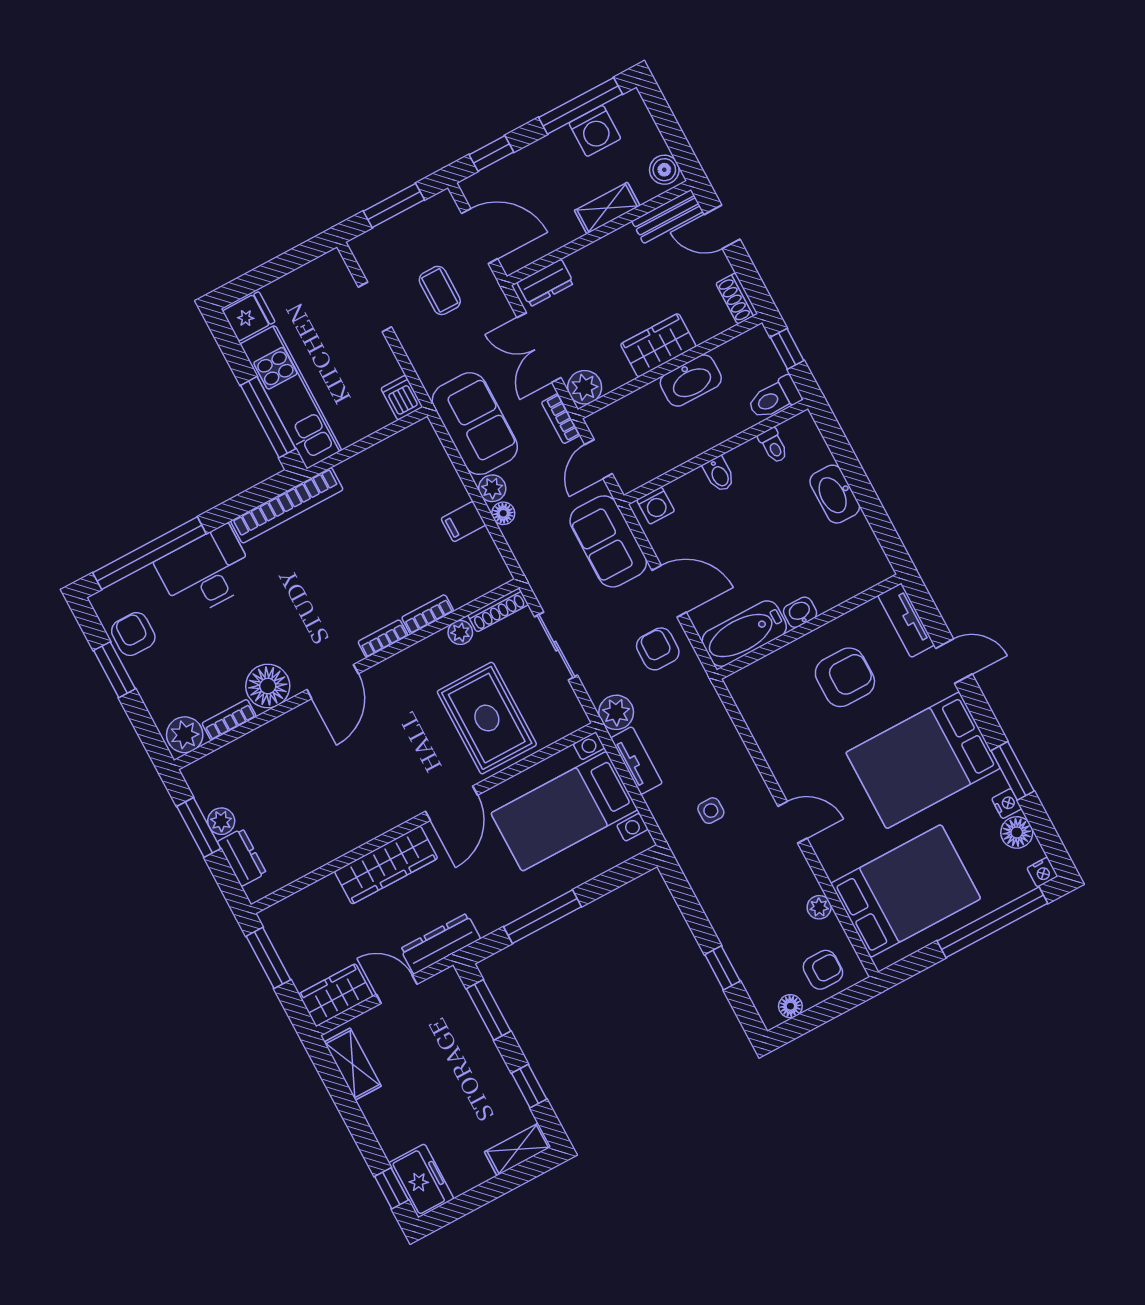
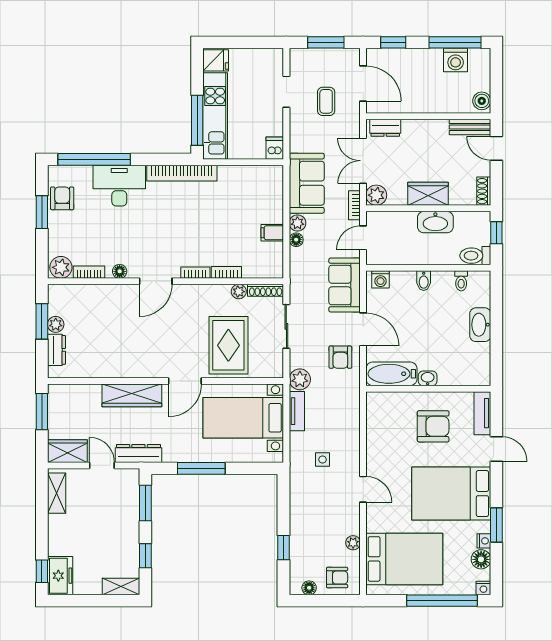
shelving: (607, 208) -> (440, 105), removed
armchair: (658, 649) -> (340, 357), turned 180
floor lamp: (268, 686) -> (120, 271), width x0.53, depth x0.53

